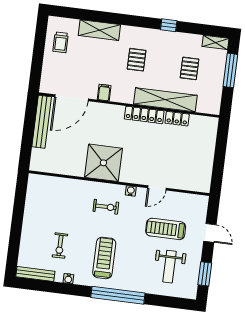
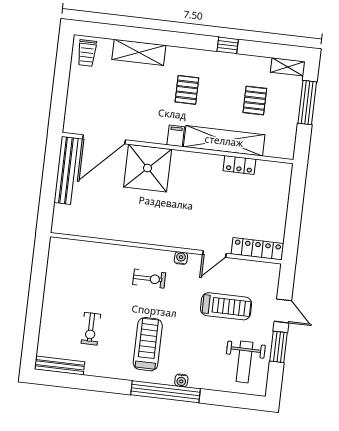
trolley: (61, 42) -> (87, 53), moved
filing cabinet: (104, 93) -> (176, 136), moved
locker: (144, 115) -> (257, 249), moved, turned 180
shower: (103, 163) -> (148, 168), moved
treadmill: (166, 229) -> (226, 306), turned 180
weight bench: (169, 267) -> (244, 362), moved
window: (205, 274) -> (279, 347), moved
water cooler: (68, 279) -> (181, 380), moved

